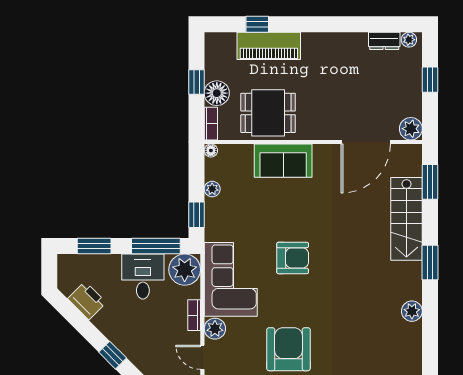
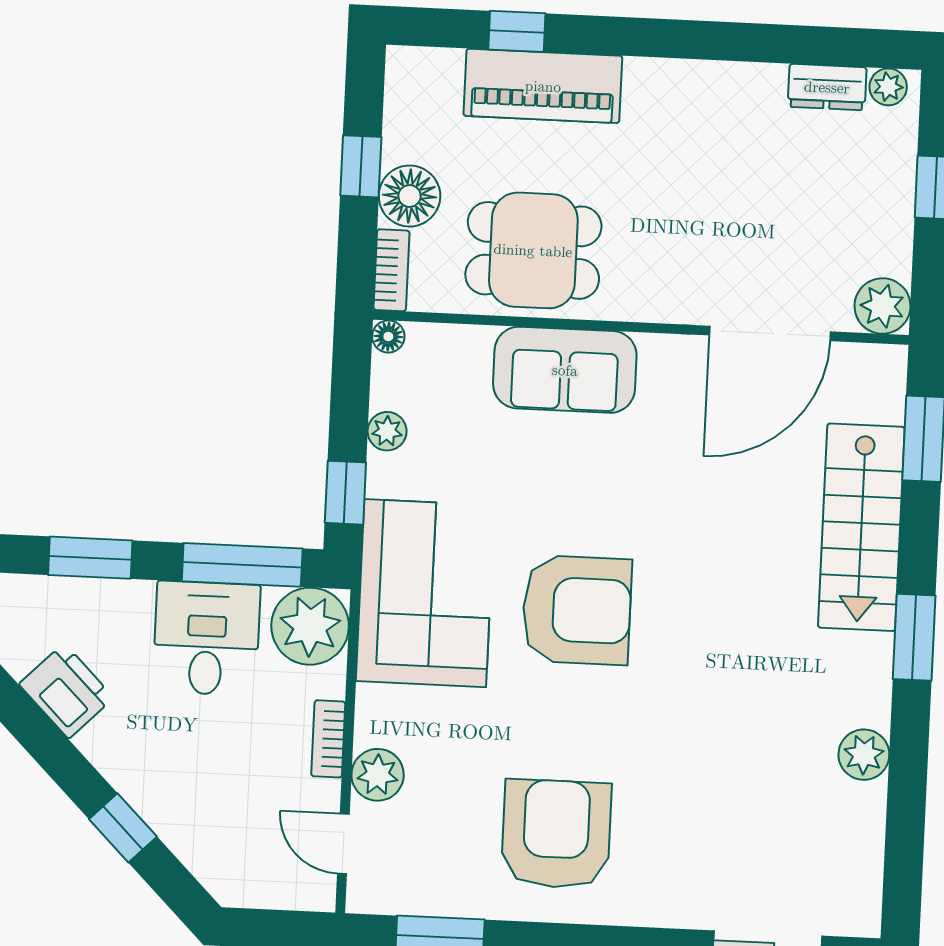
armchair: (293, 258) -> (577, 610), width x1.36, depth x1.36
corner sofa: (231, 279) -> (425, 593), moved

